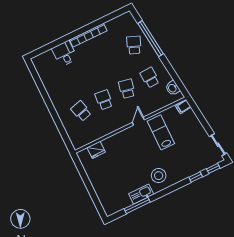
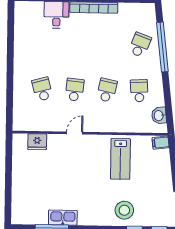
door: (138, 121) -> (75, 133), moved
lab bench: (161, 132) -> (120, 159), turned 180
stool: (159, 176) -> (124, 210), moved

